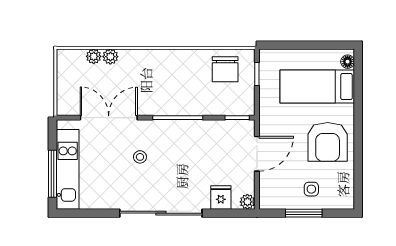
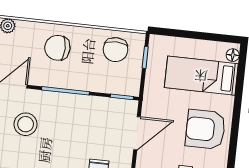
chair: (165, 74) -> (57, 48), added
armchair: (328, 142) -> (205, 129), turned 90
stool: (140, 157) -> (26, 124), width x1.89, depth x1.89

